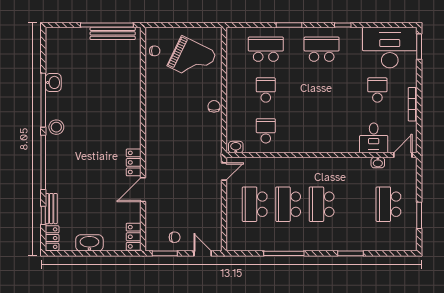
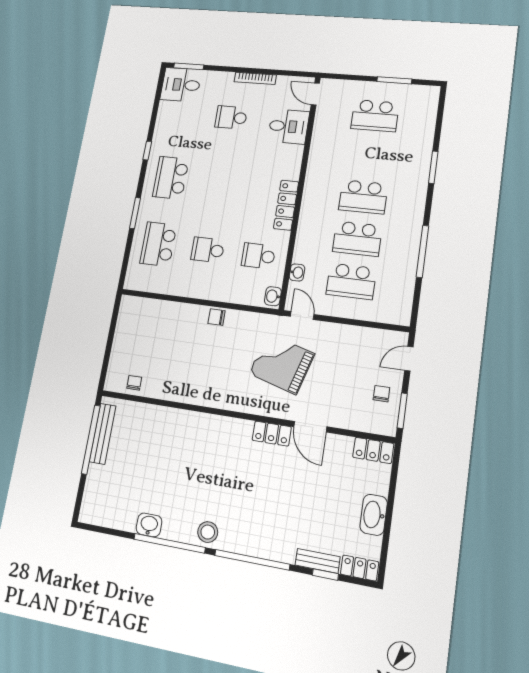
desk: (390, 48) -> (181, 85), width x0.53, depth x0.77
grand piano: (192, 59) -> (282, 364), moved, turned -100
locker: (309, 146) -> (286, 205), added
washbasin: (378, 163) -> (297, 272), moved

